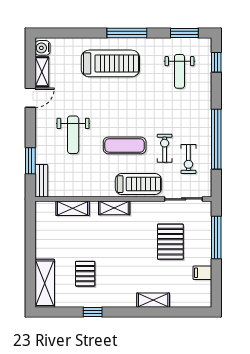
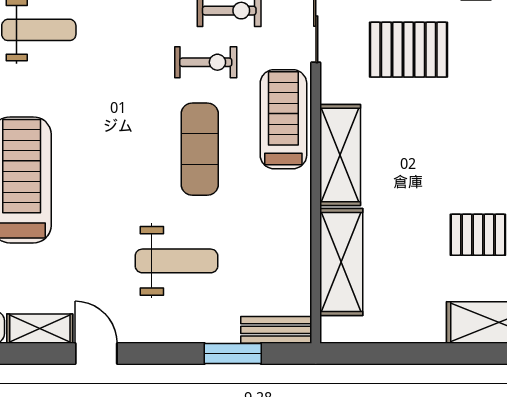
exercise bike: (165, 148) -> (206, 62), turned 180
shelving: (73, 208) -> (341, 262), width x1.50, depth x1.33
shelving: (114, 208) -> (340, 155), width x1.50, depth x1.33

